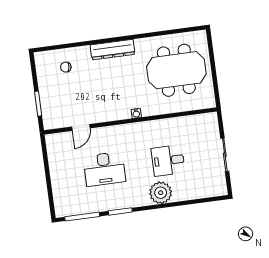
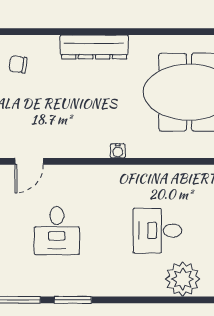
desk: (104, 169) -> (57, 231), width x0.73
plant: (161, 193) -> (183, 279), moved

